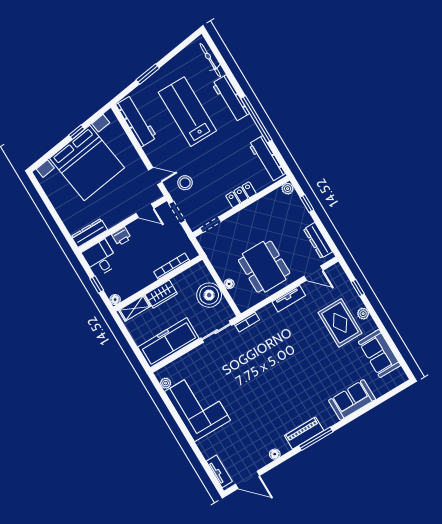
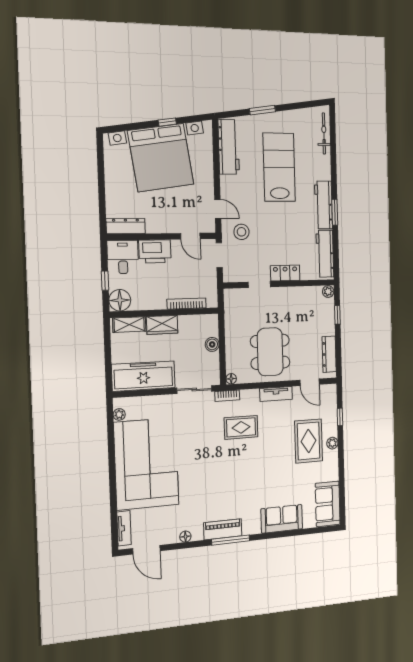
workbench: (231, 98) -> (323, 205), moved
window: (256, 119) -> (335, 212), width x0.47
doorway: (211, 225) -> (259, 285), moved
printer: (121, 236) -> (155, 251), width x1.87, depth x1.48
floor lamp: (229, 284) -> (231, 379), moved
boiler: (209, 295) -> (212, 344), width x0.54, depth x0.54
floor lamp: (115, 300) -> (120, 300), width x1.89, depth x1.89
rug: (273, 342) -> (241, 427), added
sofa: (379, 354) -> (328, 504), moved
corner sofa: (197, 406) -> (146, 464), width x1.36, depth x1.36

